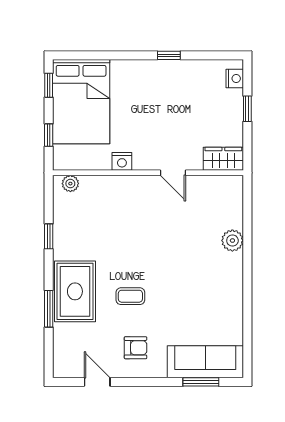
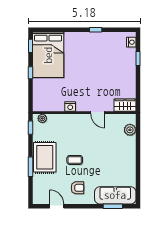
wardrobe: (223, 159) -> (125, 105), moved
nightstand: (122, 161) -> (70, 106), moved
wall: (148, 173) -> (84, 113), moved
door: (173, 173) -> (98, 113), moved
plant: (70, 184) -> (42, 118), moved

